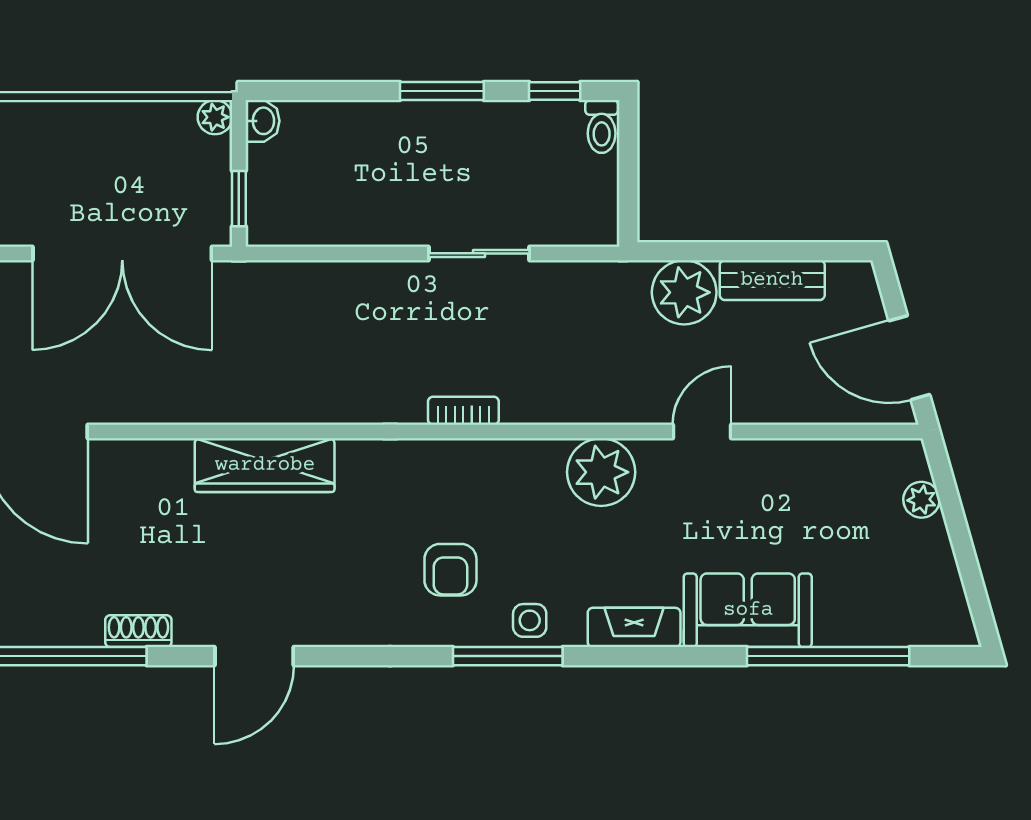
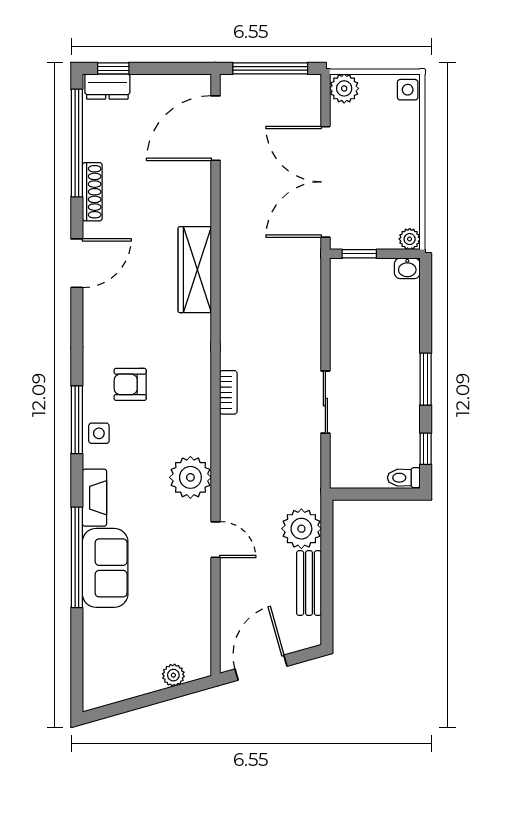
shoe rack: (138, 631) -> (92, 192), width x1.43
door: (254, 656) -> (77, 263), swing flipped
window: (828, 656) -> (77, 557), moved

